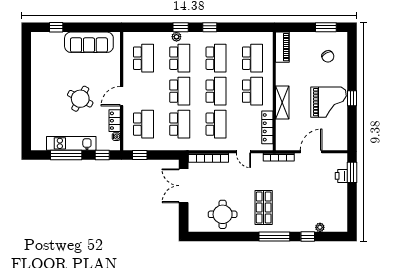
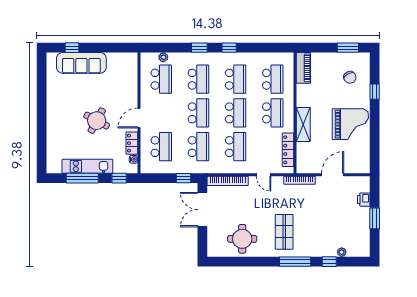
plant: (176, 37) -> (163, 57), moved
sofa: (89, 42) -> (81, 63), moved
window: (352, 98) -> (375, 92), moved
window: (140, 155) -> (184, 178), moved
window: (352, 172) -> (375, 218), moved

